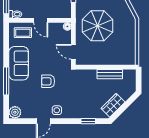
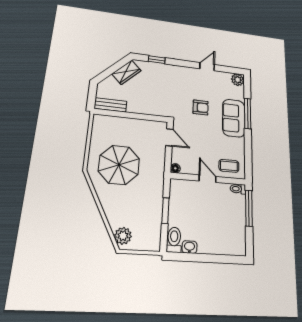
parasol: (98, 26) -> (119, 165), moved
sofa: (19, 63) -> (234, 118), moved
bench: (110, 74) -> (110, 105), moved
side table: (57, 110) -> (192, 76), removed

